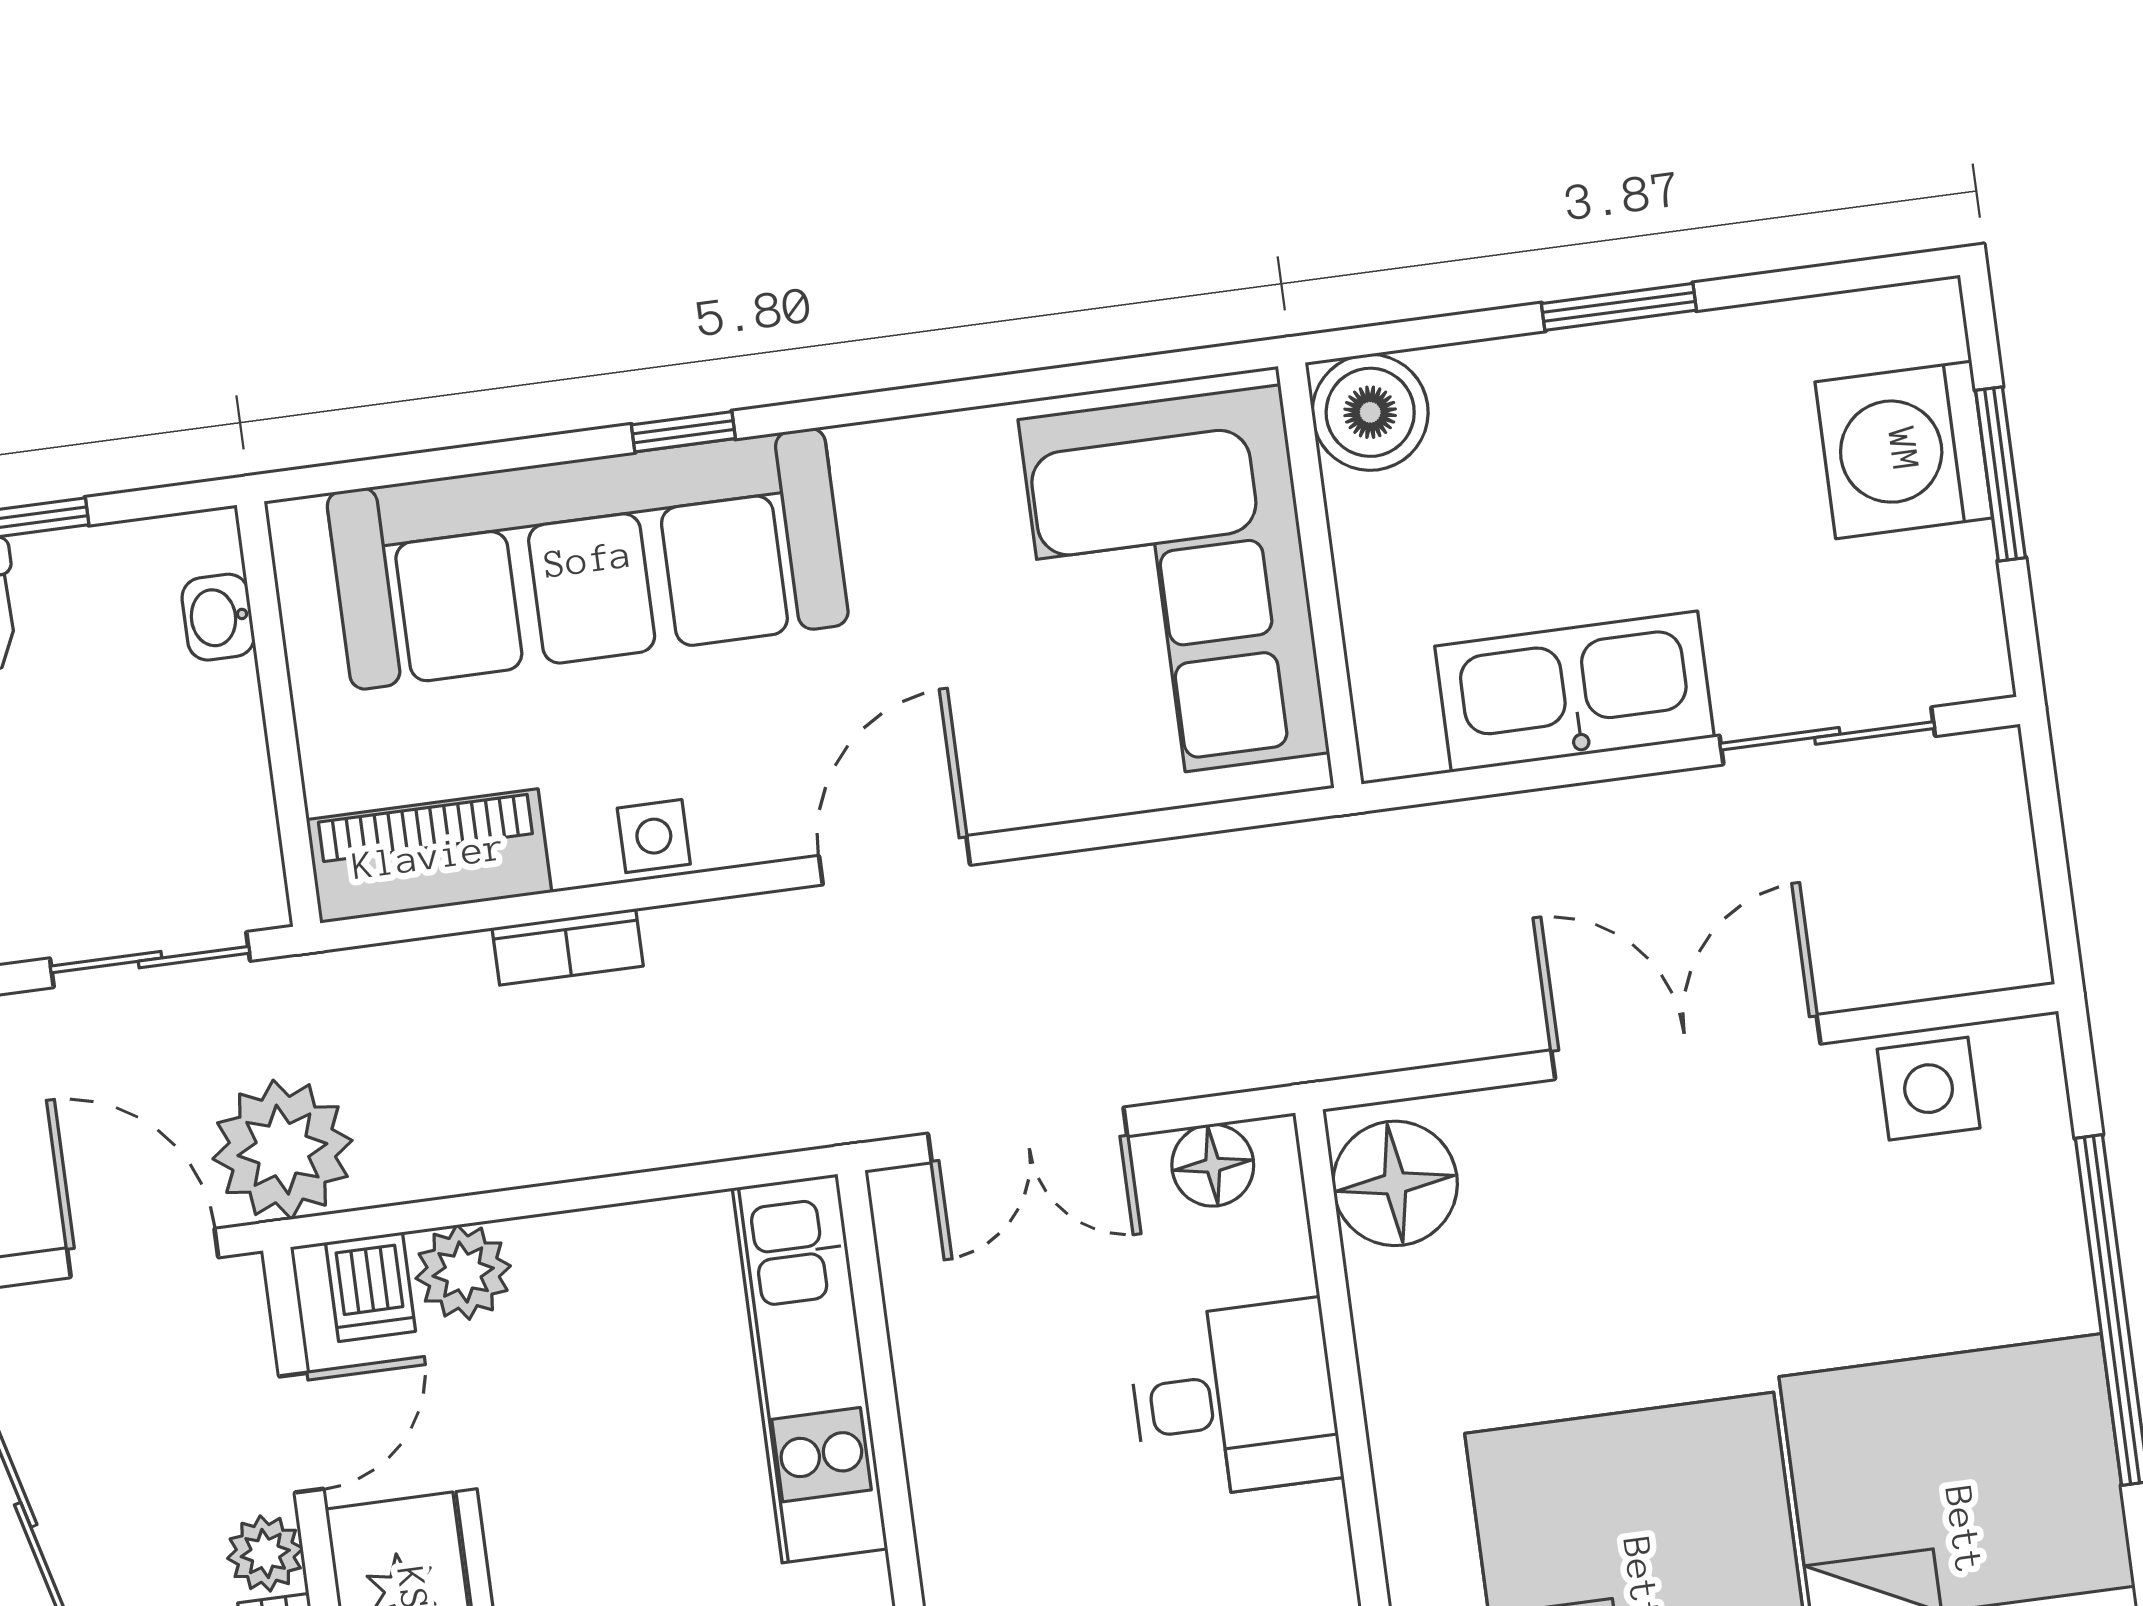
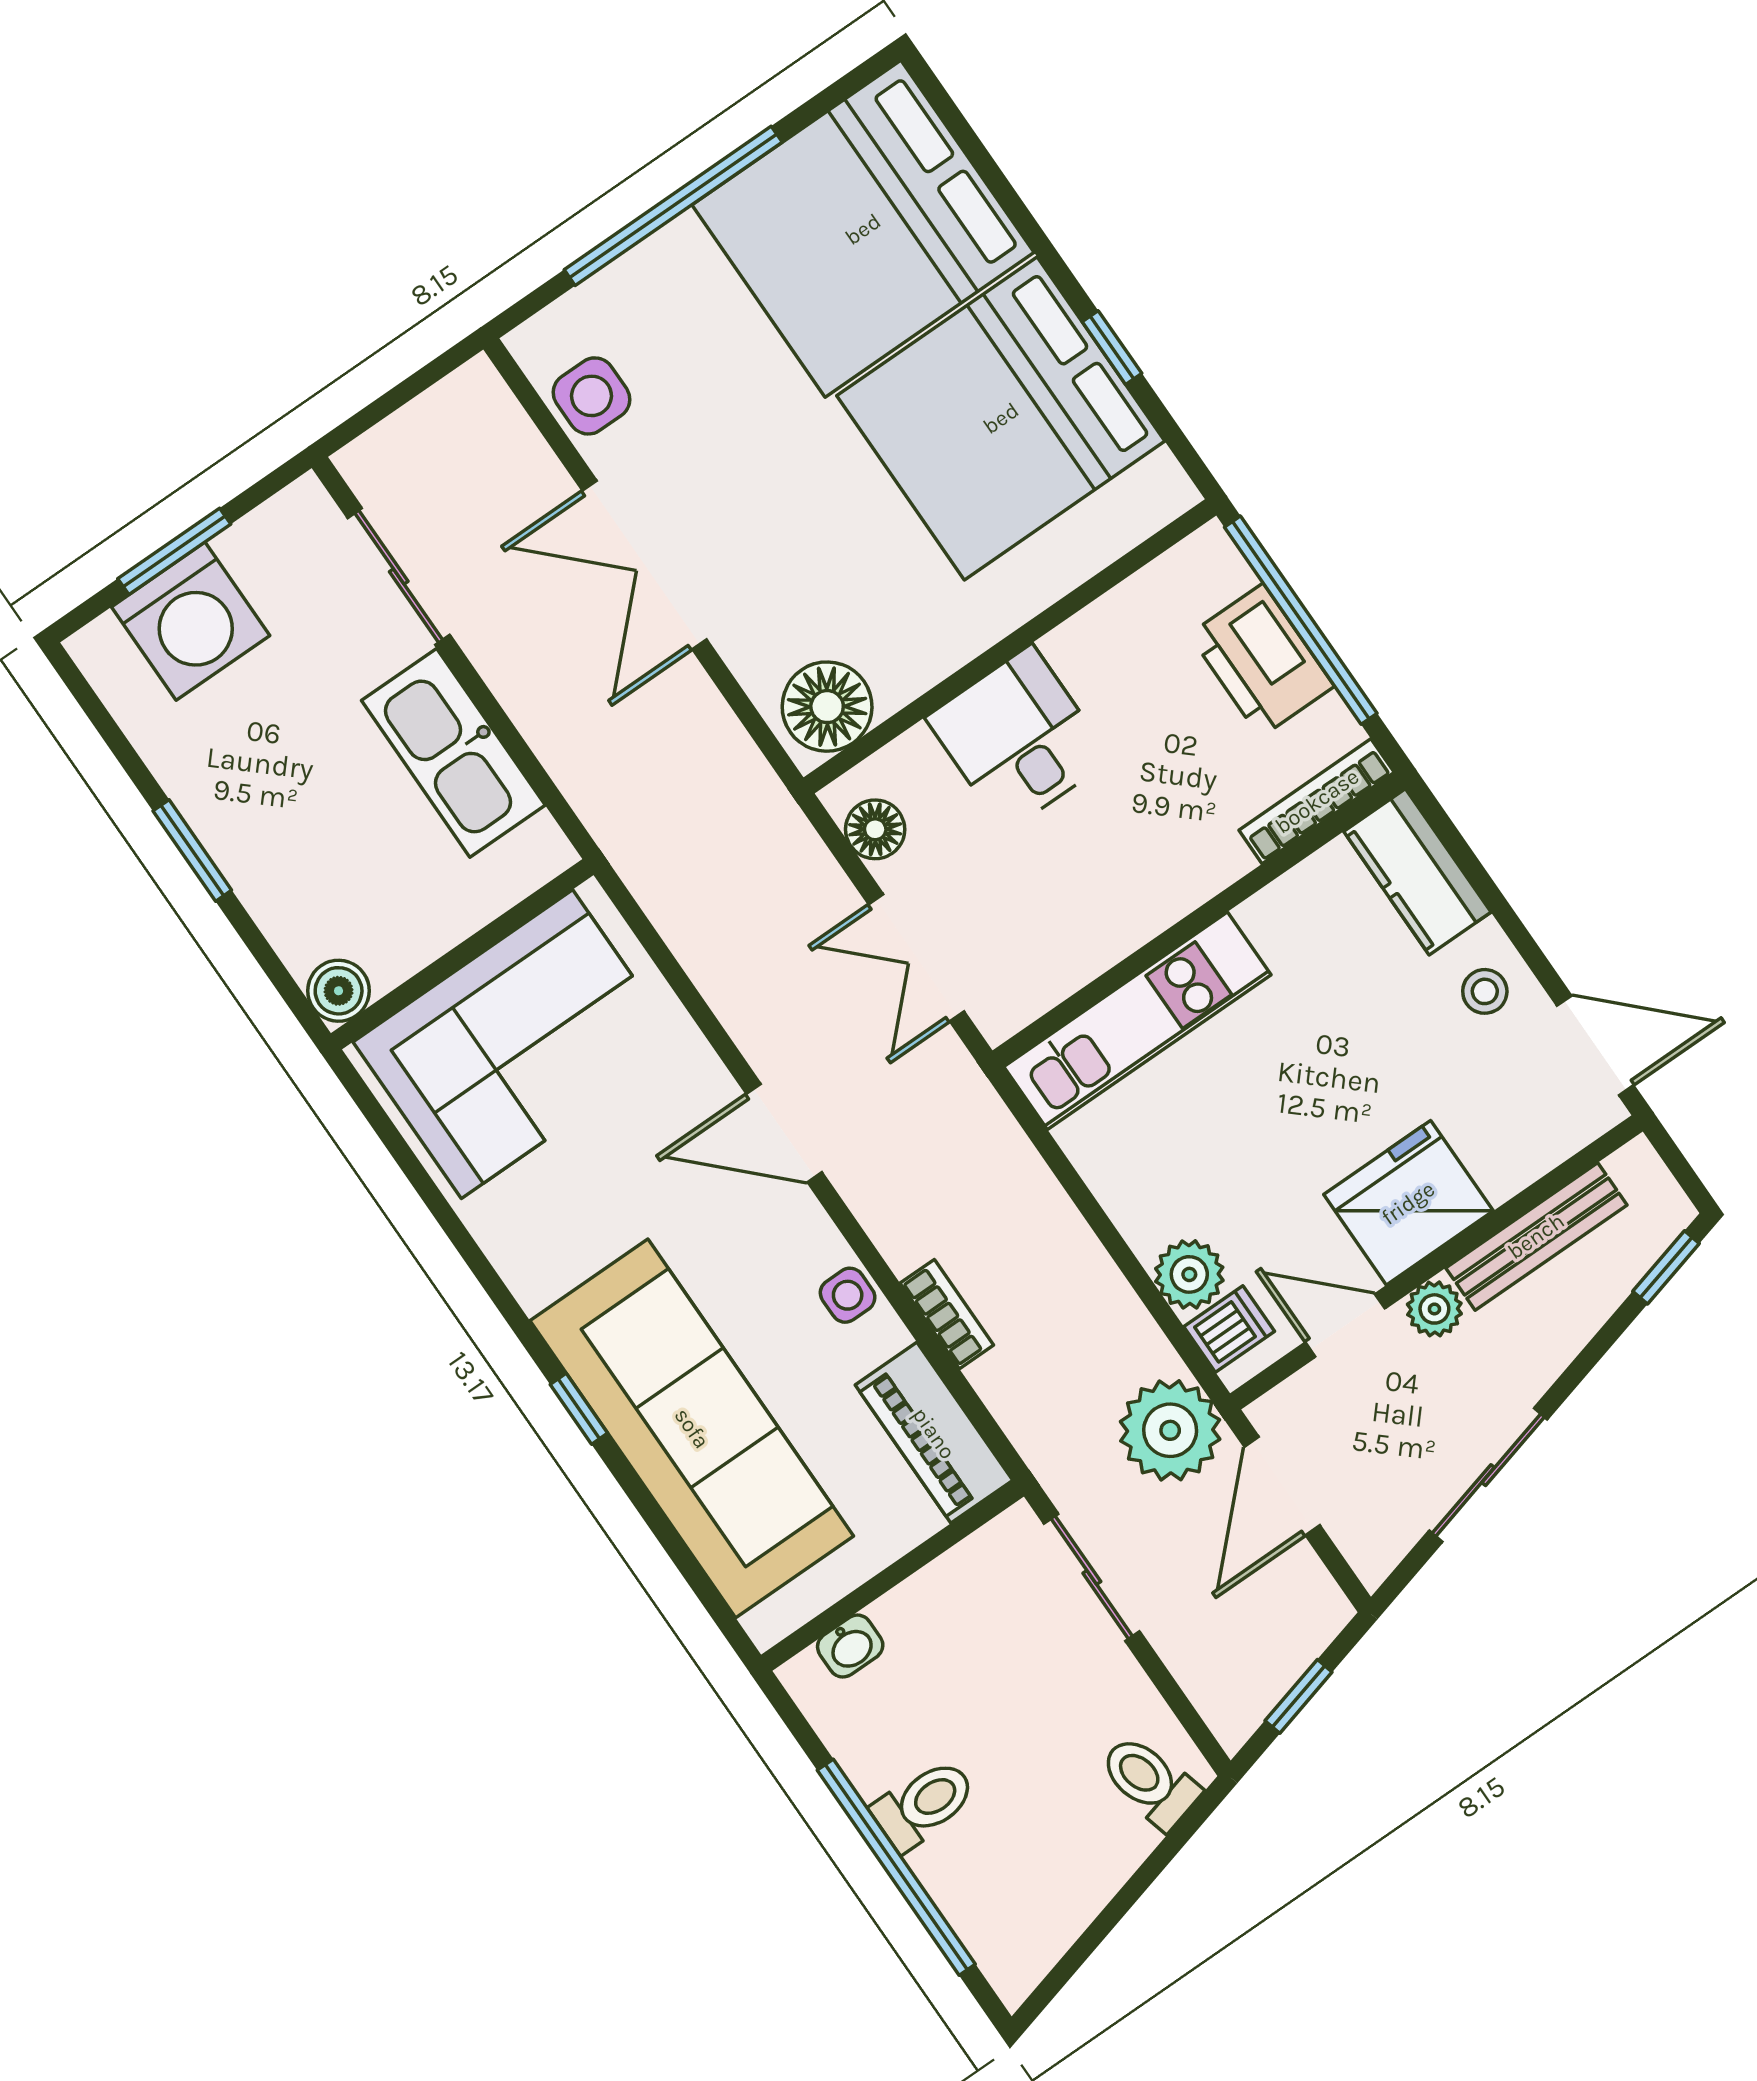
boiler: (1370, 412) -> (339, 991), width x0.73, depth x0.73
double door: (1028, 1135) -> (916, 958), swing flipped

